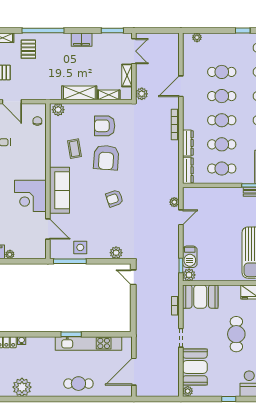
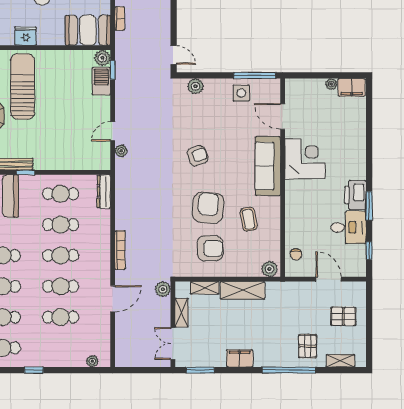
dresser: (188, 143) -> (104, 226), removed

